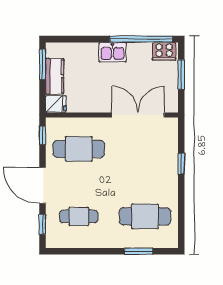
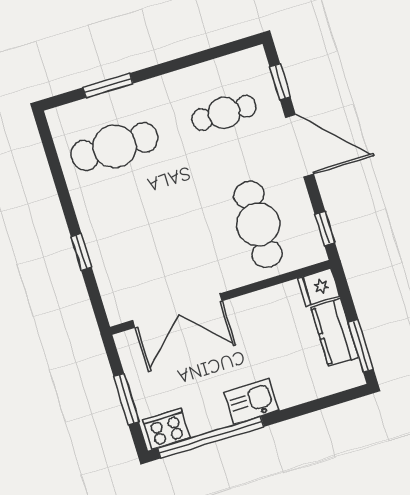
cafe table: (79, 149) -> (258, 224), turned 90

